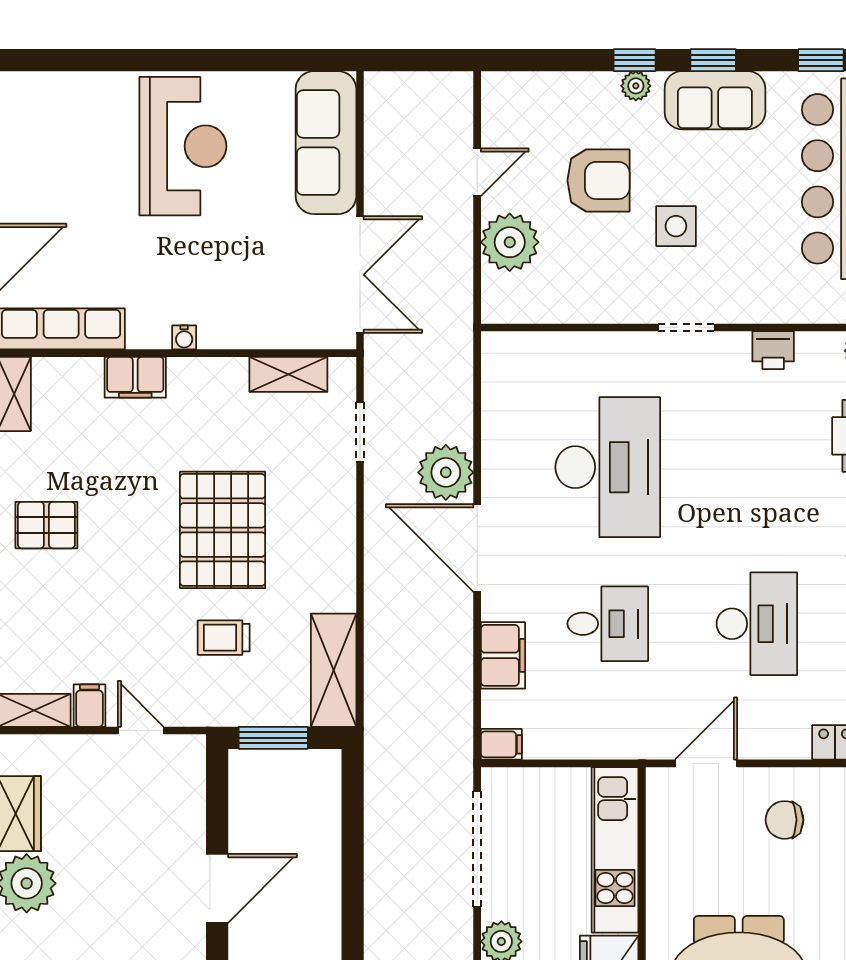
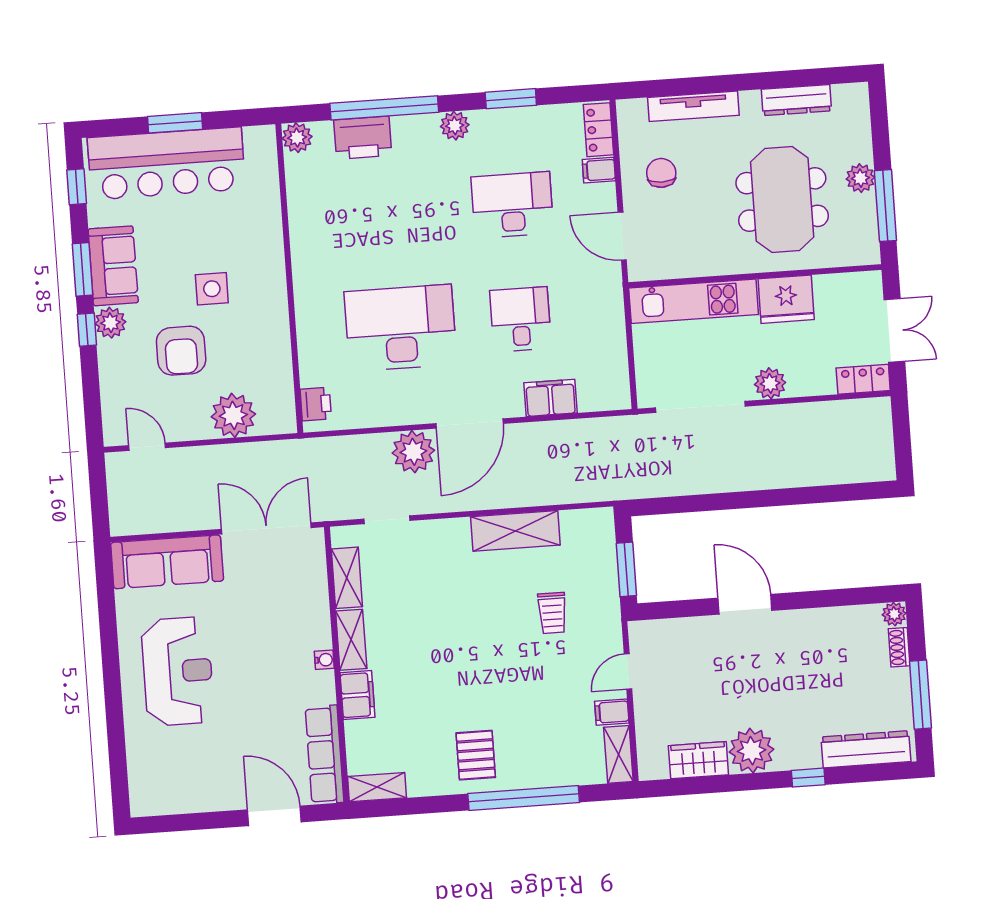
window: (713, 60) -> (83, 269), width x1.50
plant: (636, 86) -> (110, 323), width x1.38, depth x1.38
reception desk: (183, 146) -> (178, 671), turned 90
door: (477, 172) -> (147, 447), moved
armchair: (599, 180) -> (181, 351), turned 180
doorway: (687, 328) -> (289, 275), removed
printer: (773, 350) -> (316, 404), moved
shelving: (208, 374) -> (351, 640), added
pallet: (223, 530) -> (470, 620), removed
shelving: (334, 670) -> (515, 531), moved
filing cabinet: (501, 744) -> (599, 170), moved, turned -90
chair: (784, 820) -> (661, 173), turned 180

